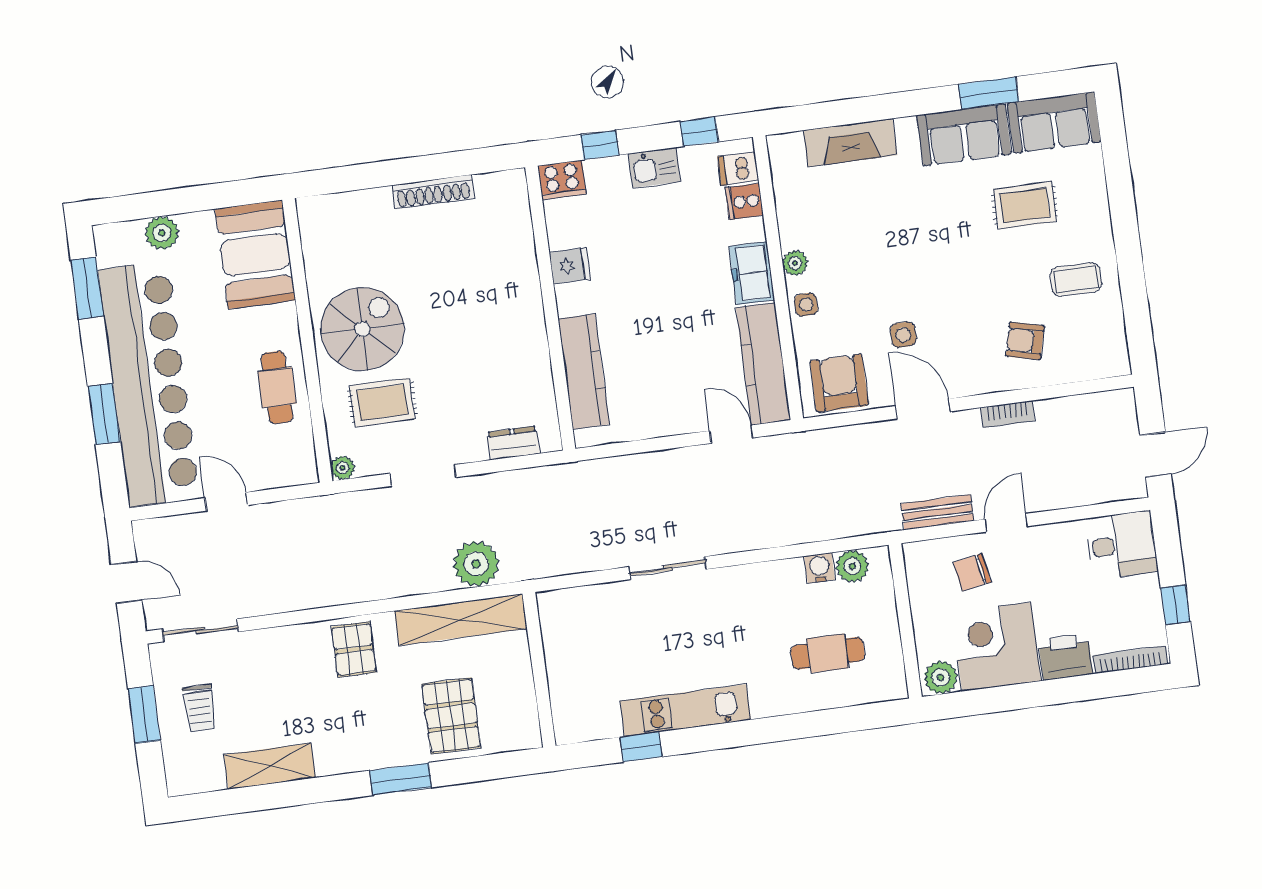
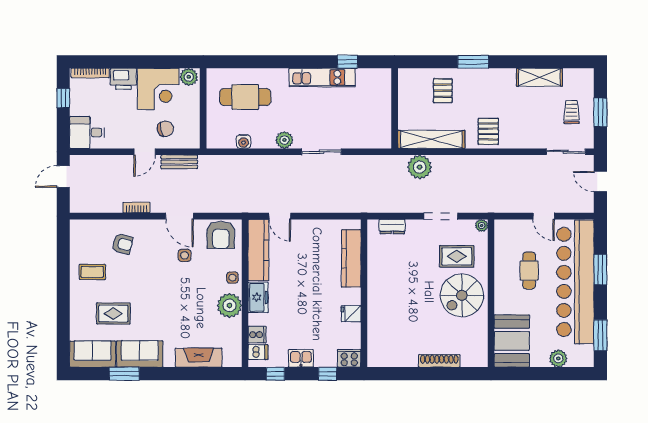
shoe rack: (433, 192) -> (439, 361), moved
plant: (795, 263) -> (229, 305), width x1.87, depth x1.87
cafe table: (277, 387) -> (529, 271), moved
plant: (852, 566) -> (284, 140), moved
cafe table: (828, 653) -> (245, 97), width x1.37, depth x1.35
pallet: (451, 716) -> (443, 91), width x0.67, depth x0.71

